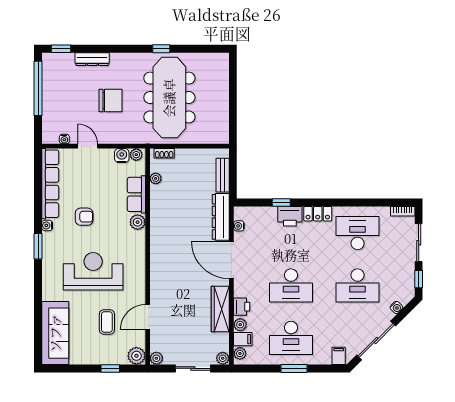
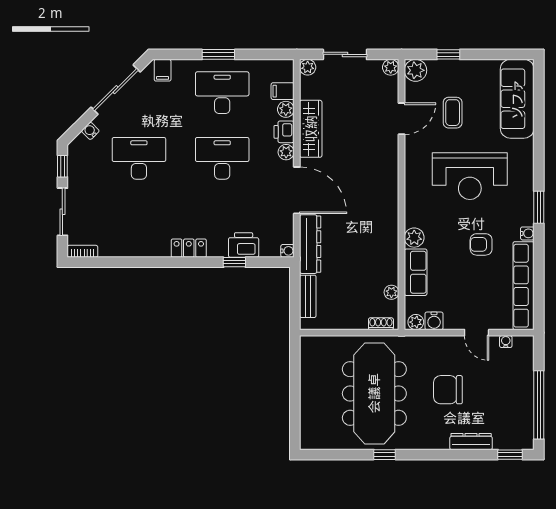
printer: (290, 216) -> (244, 245), moved
water cooler: (239, 226) -> (287, 251), moved
desk: (358, 233) -> (139, 224), removed
plant: (240, 353) -> (286, 152), moved

